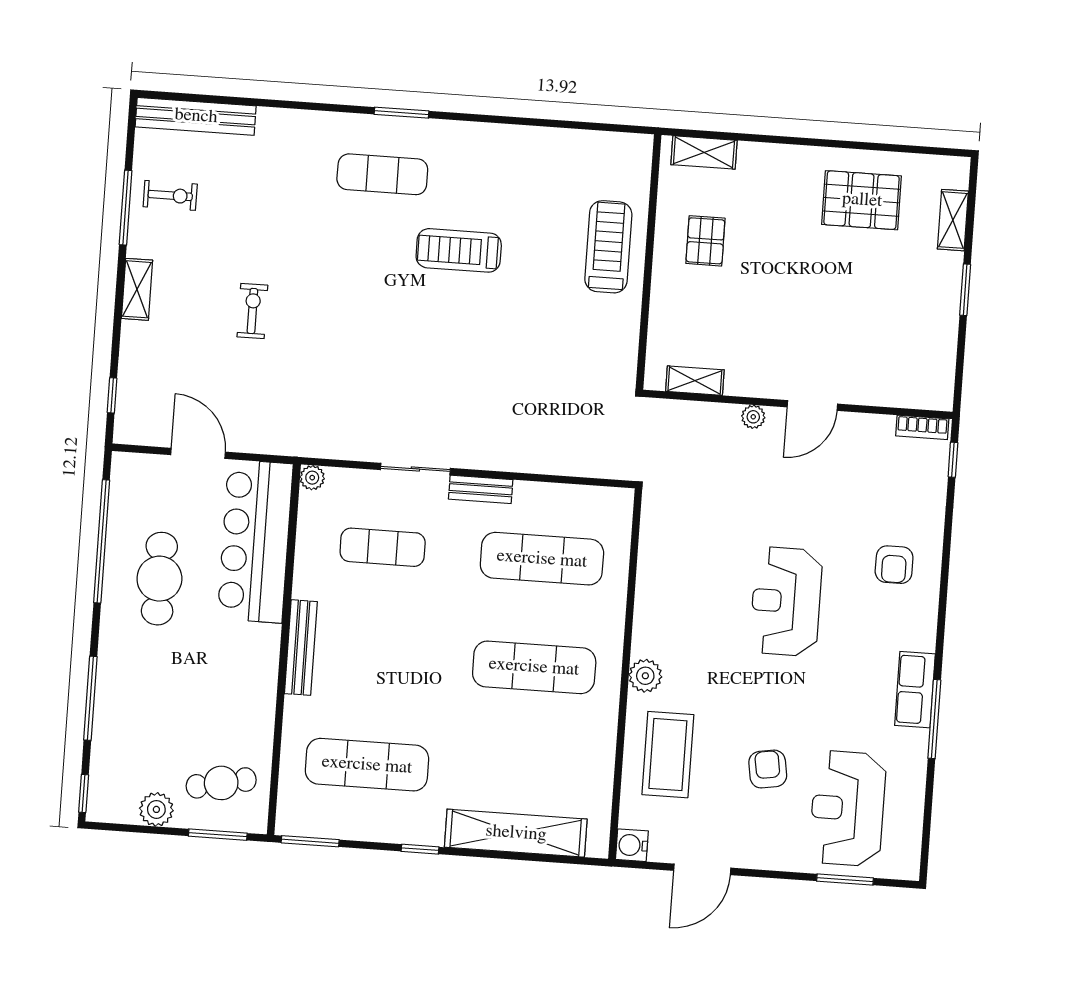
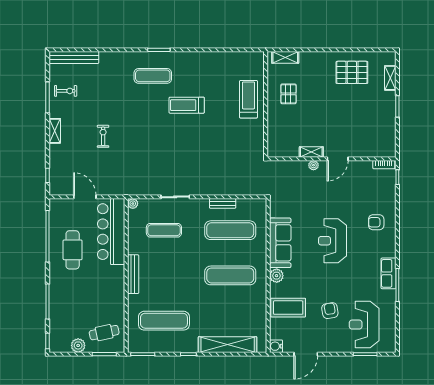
shelving: (695, 381) -> (311, 152), moved
bench: (481, 489) -> (223, 203), moved
armchair: (894, 565) -> (376, 222), turned 90
sofa: (660, 597) -> (280, 243), added
coffee table: (668, 755) -> (288, 308), turned 90

